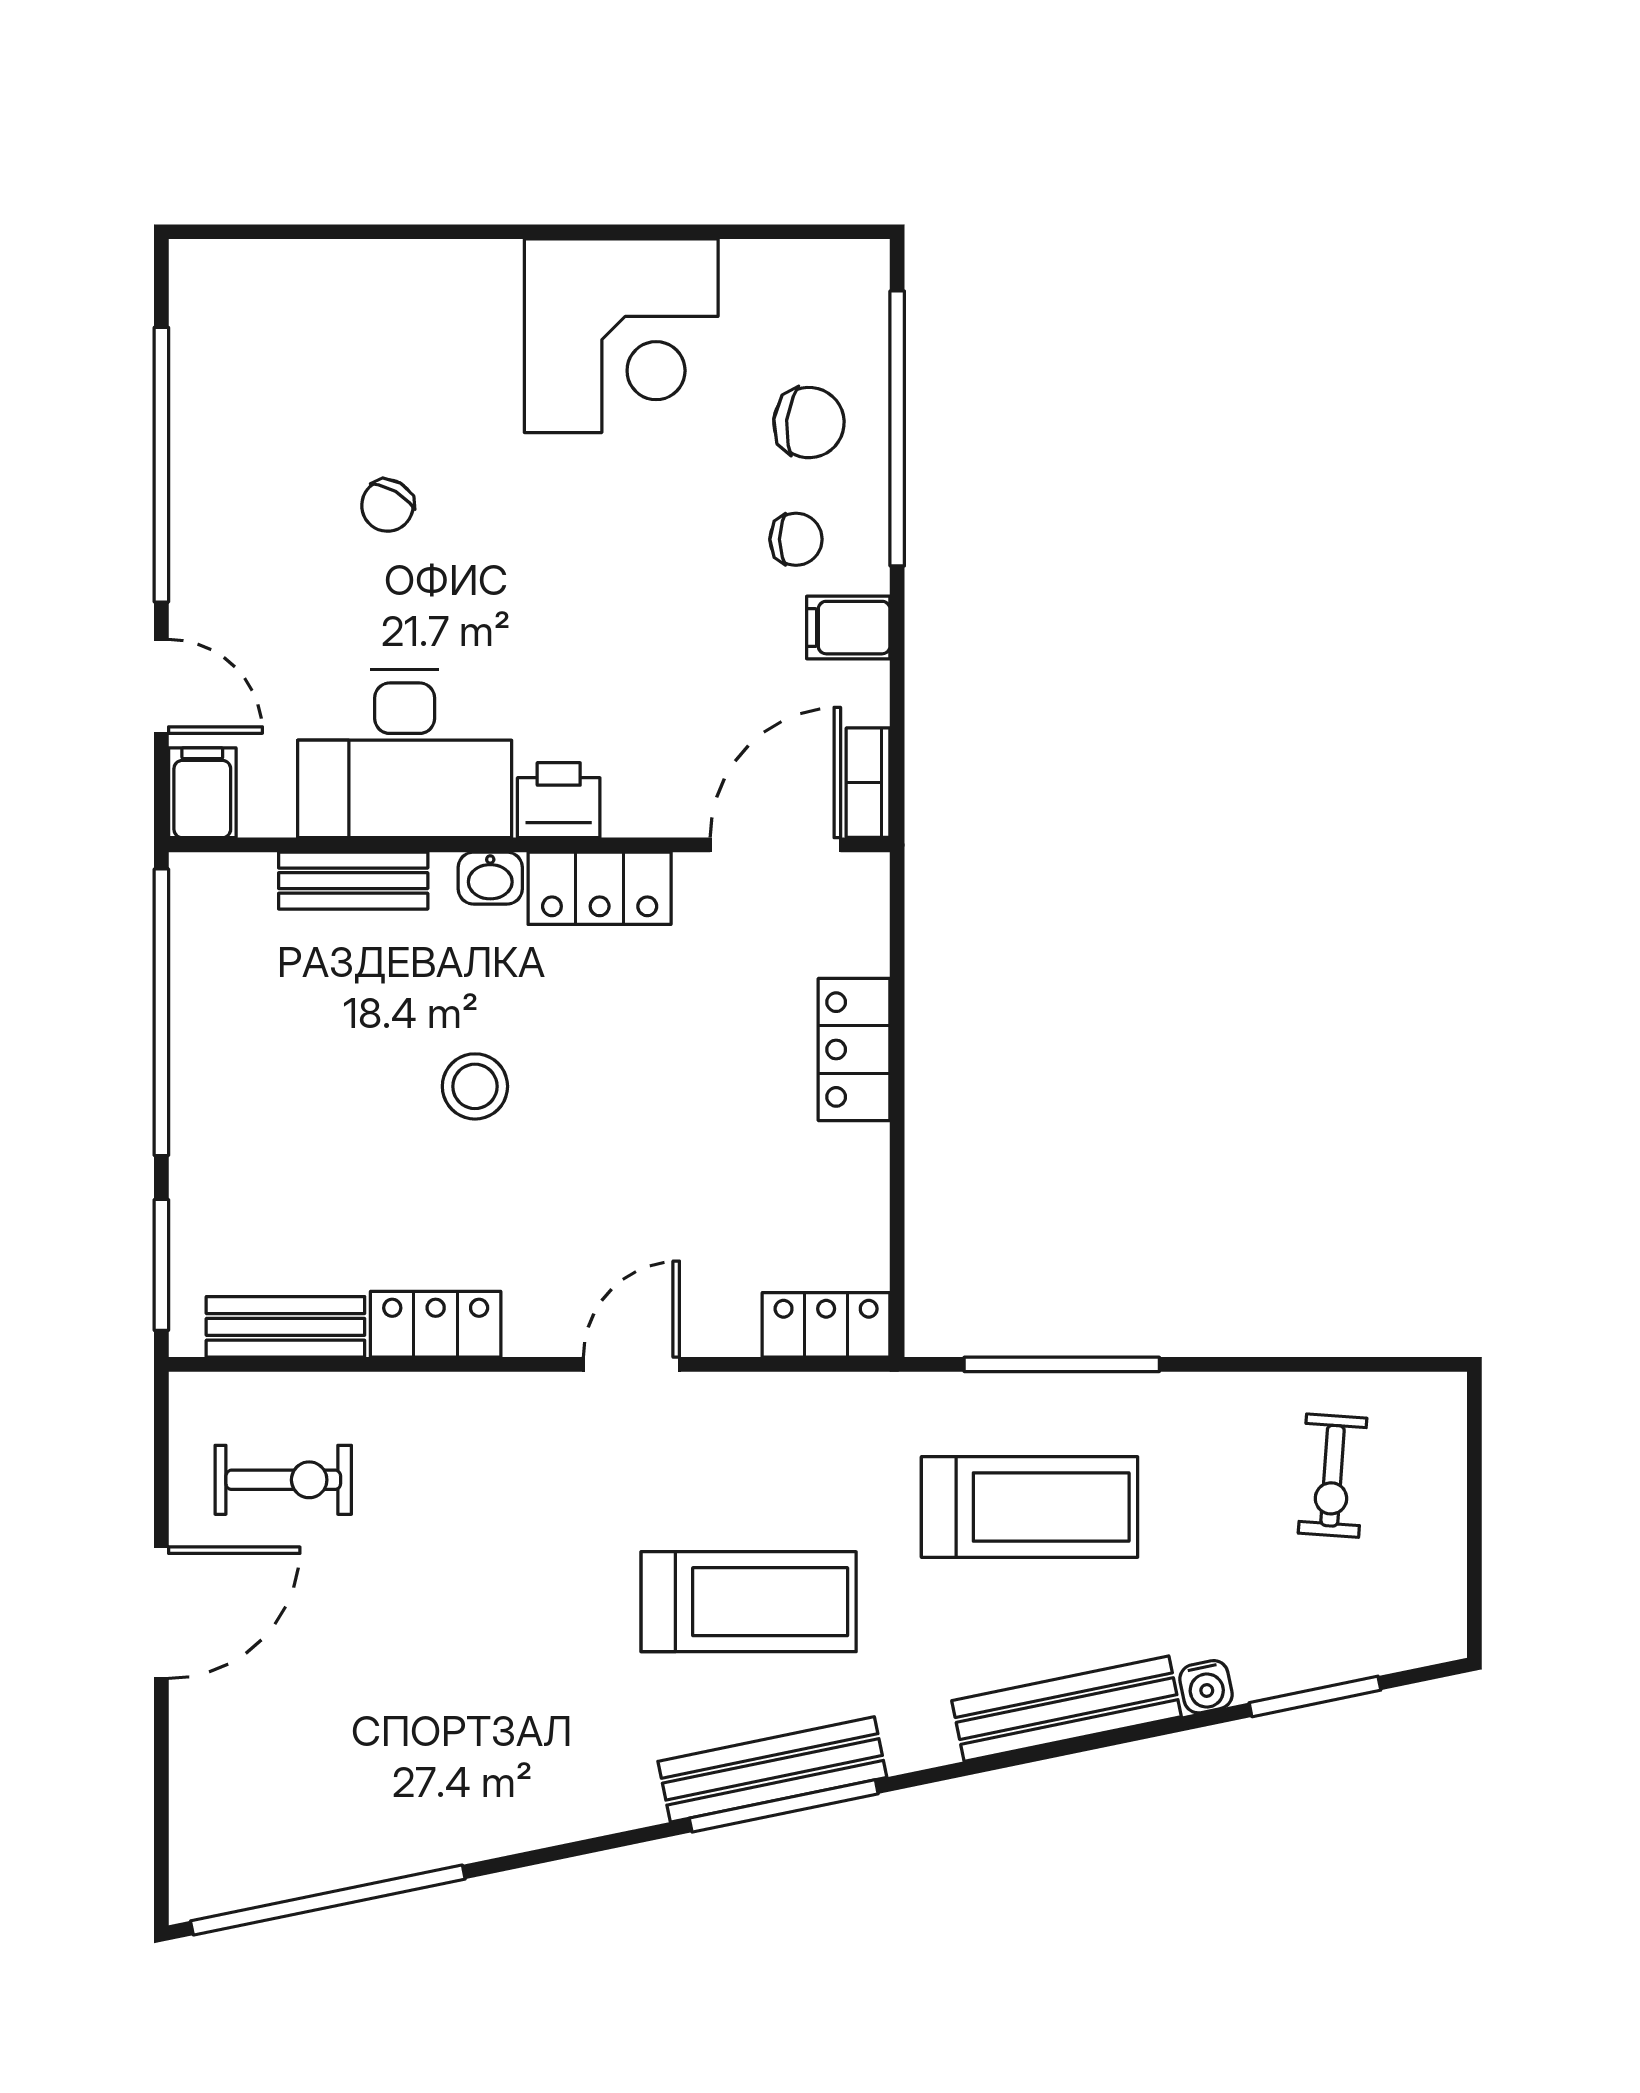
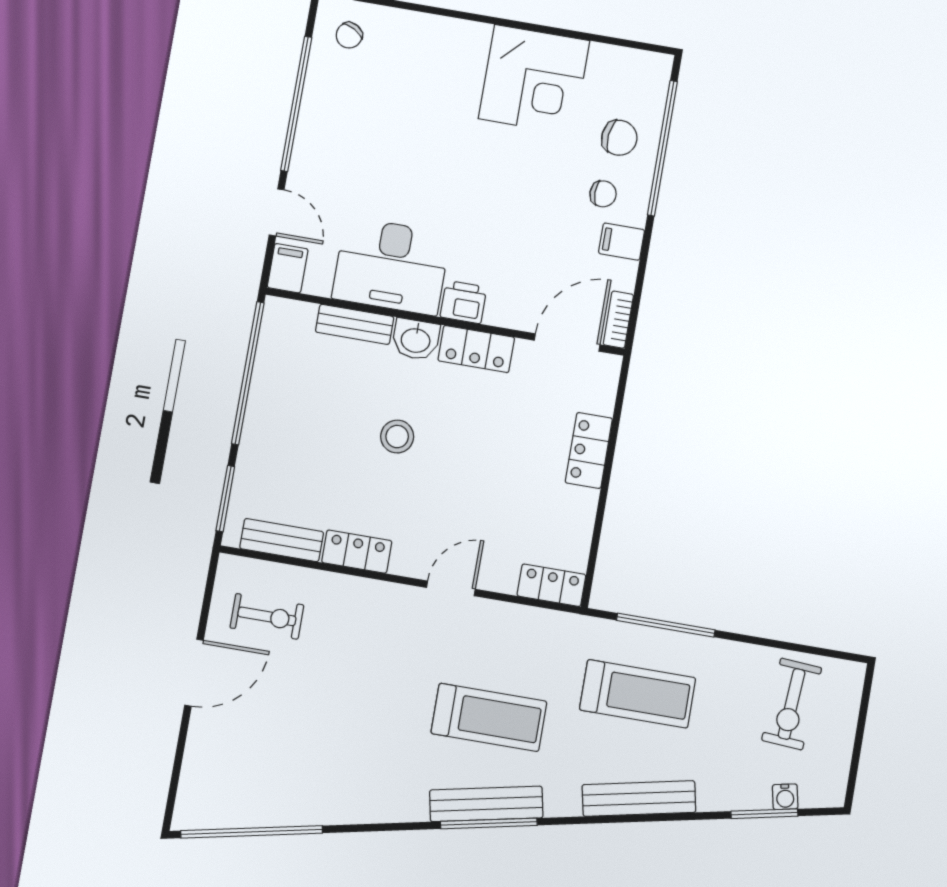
chair: (387, 506) -> (349, 35), moved
washbasin: (490, 878) -> (416, 339), width x1.38, depth x1.45
exercise bike: (1333, 1476) -> (792, 704), width x1.38, depth x1.39
water cooler: (1206, 1687) -> (785, 797), moved

